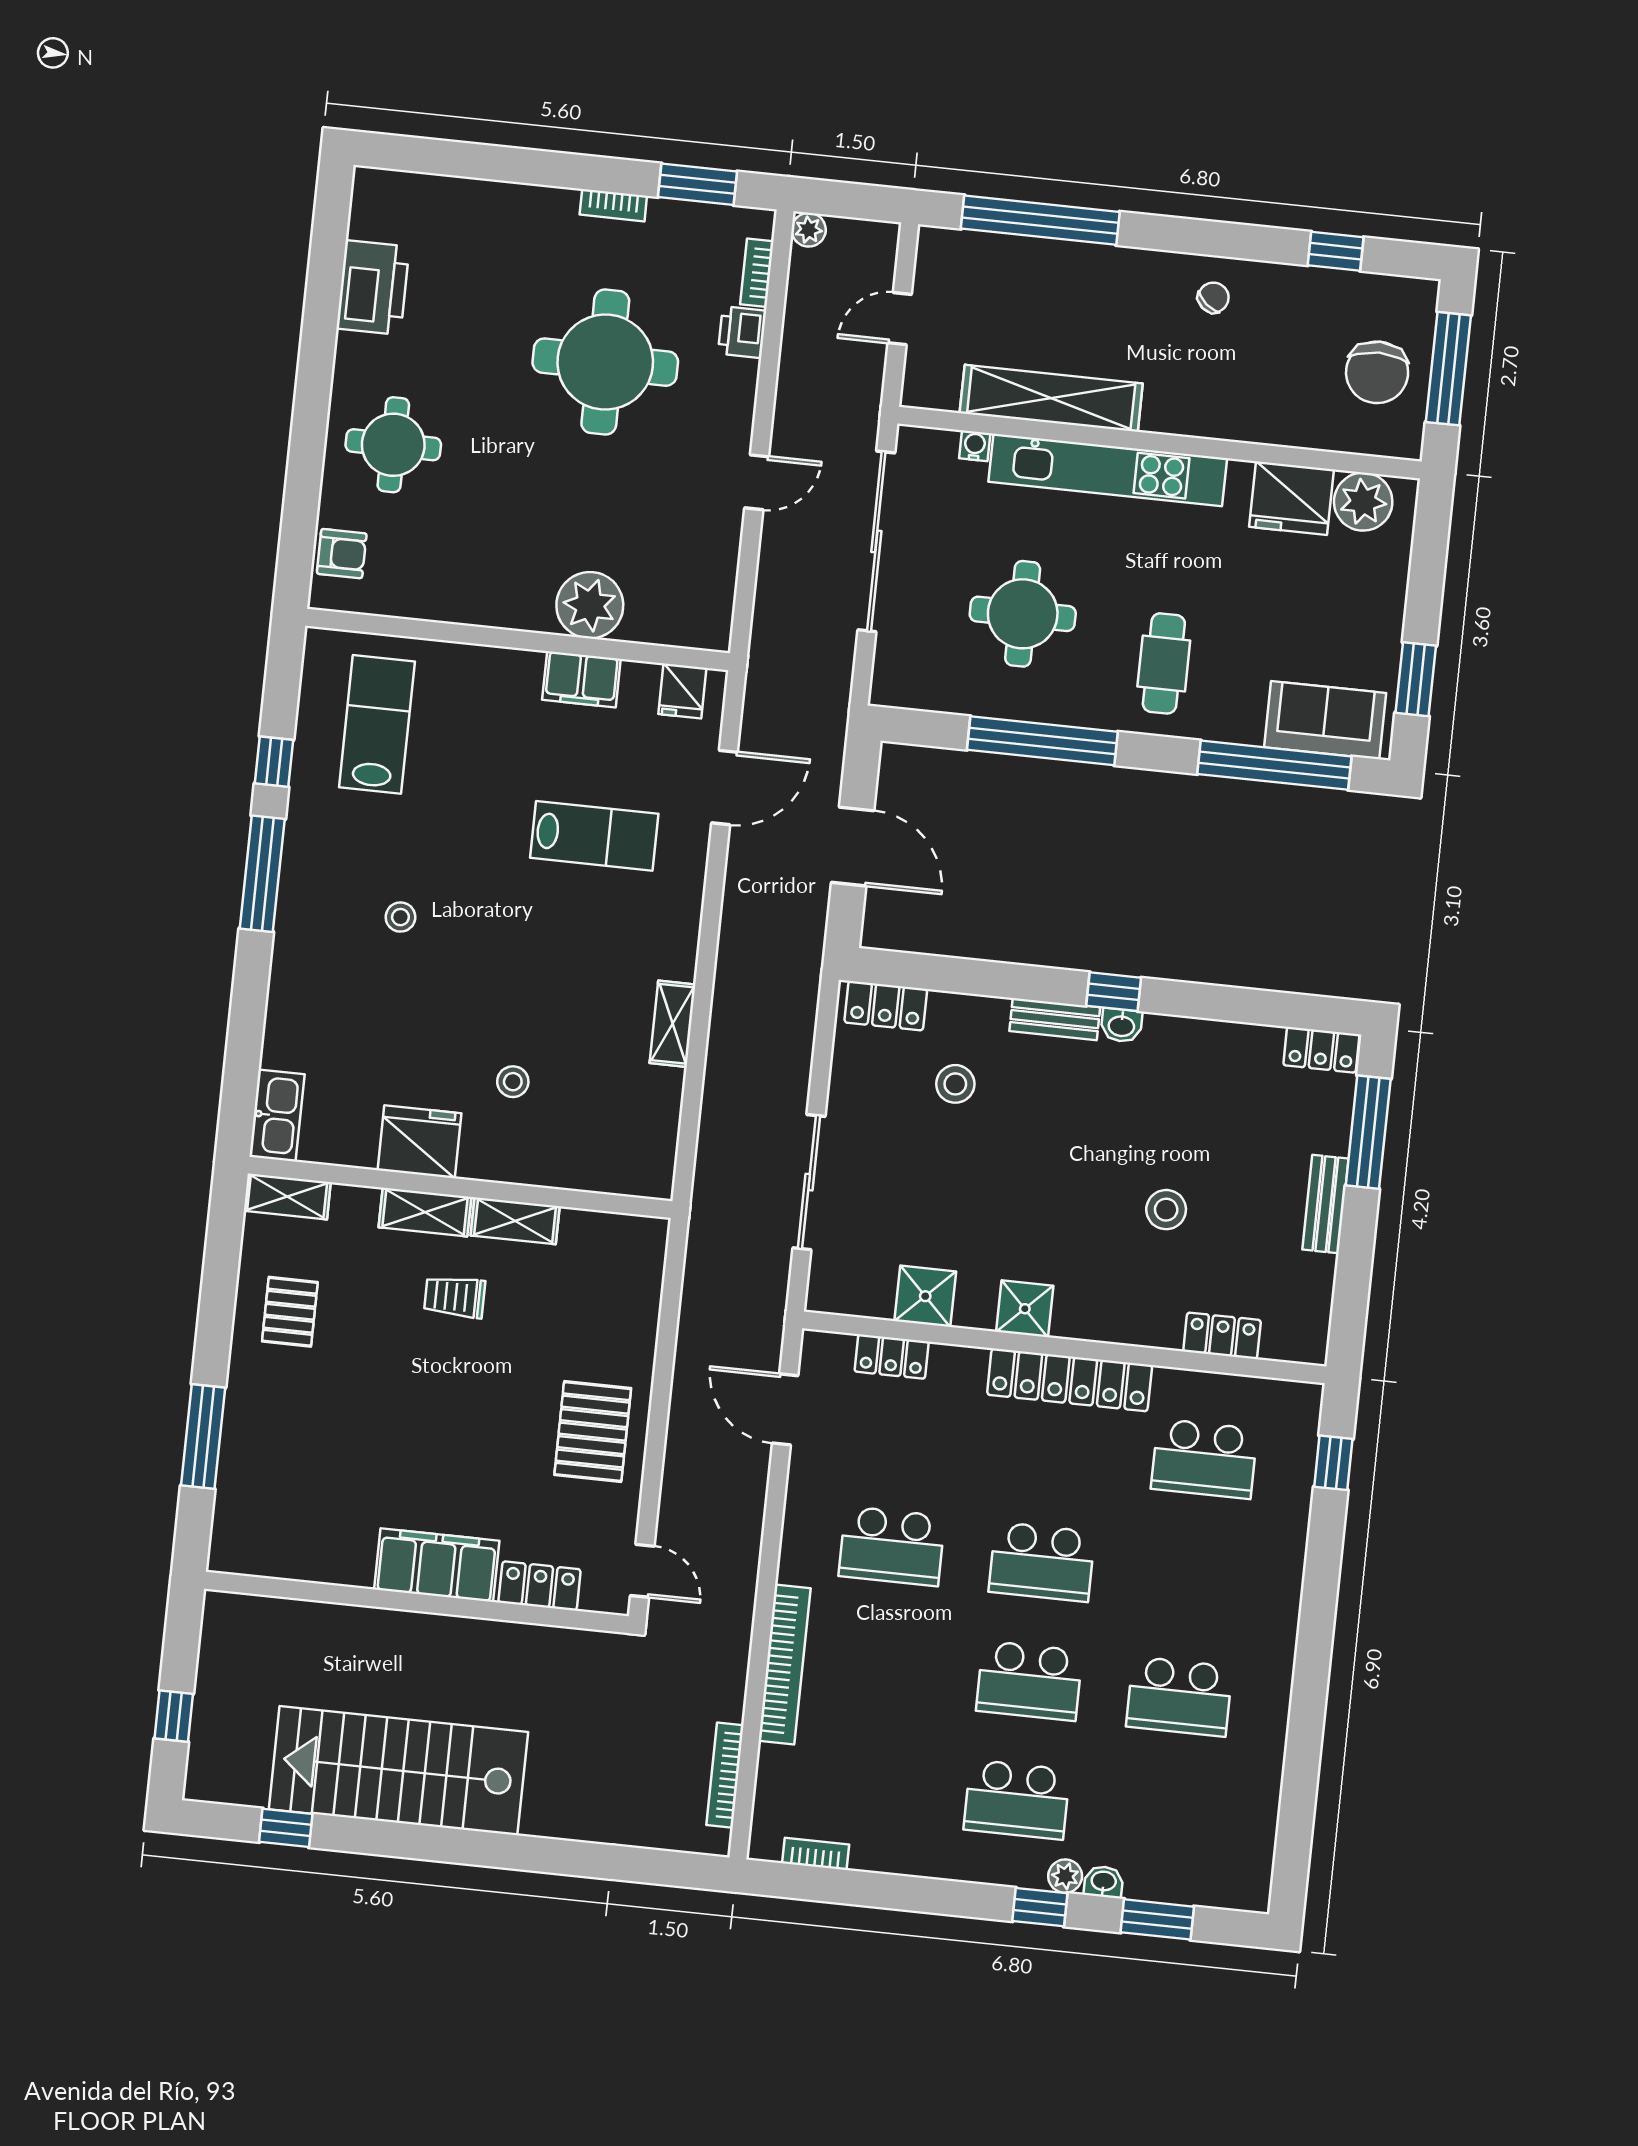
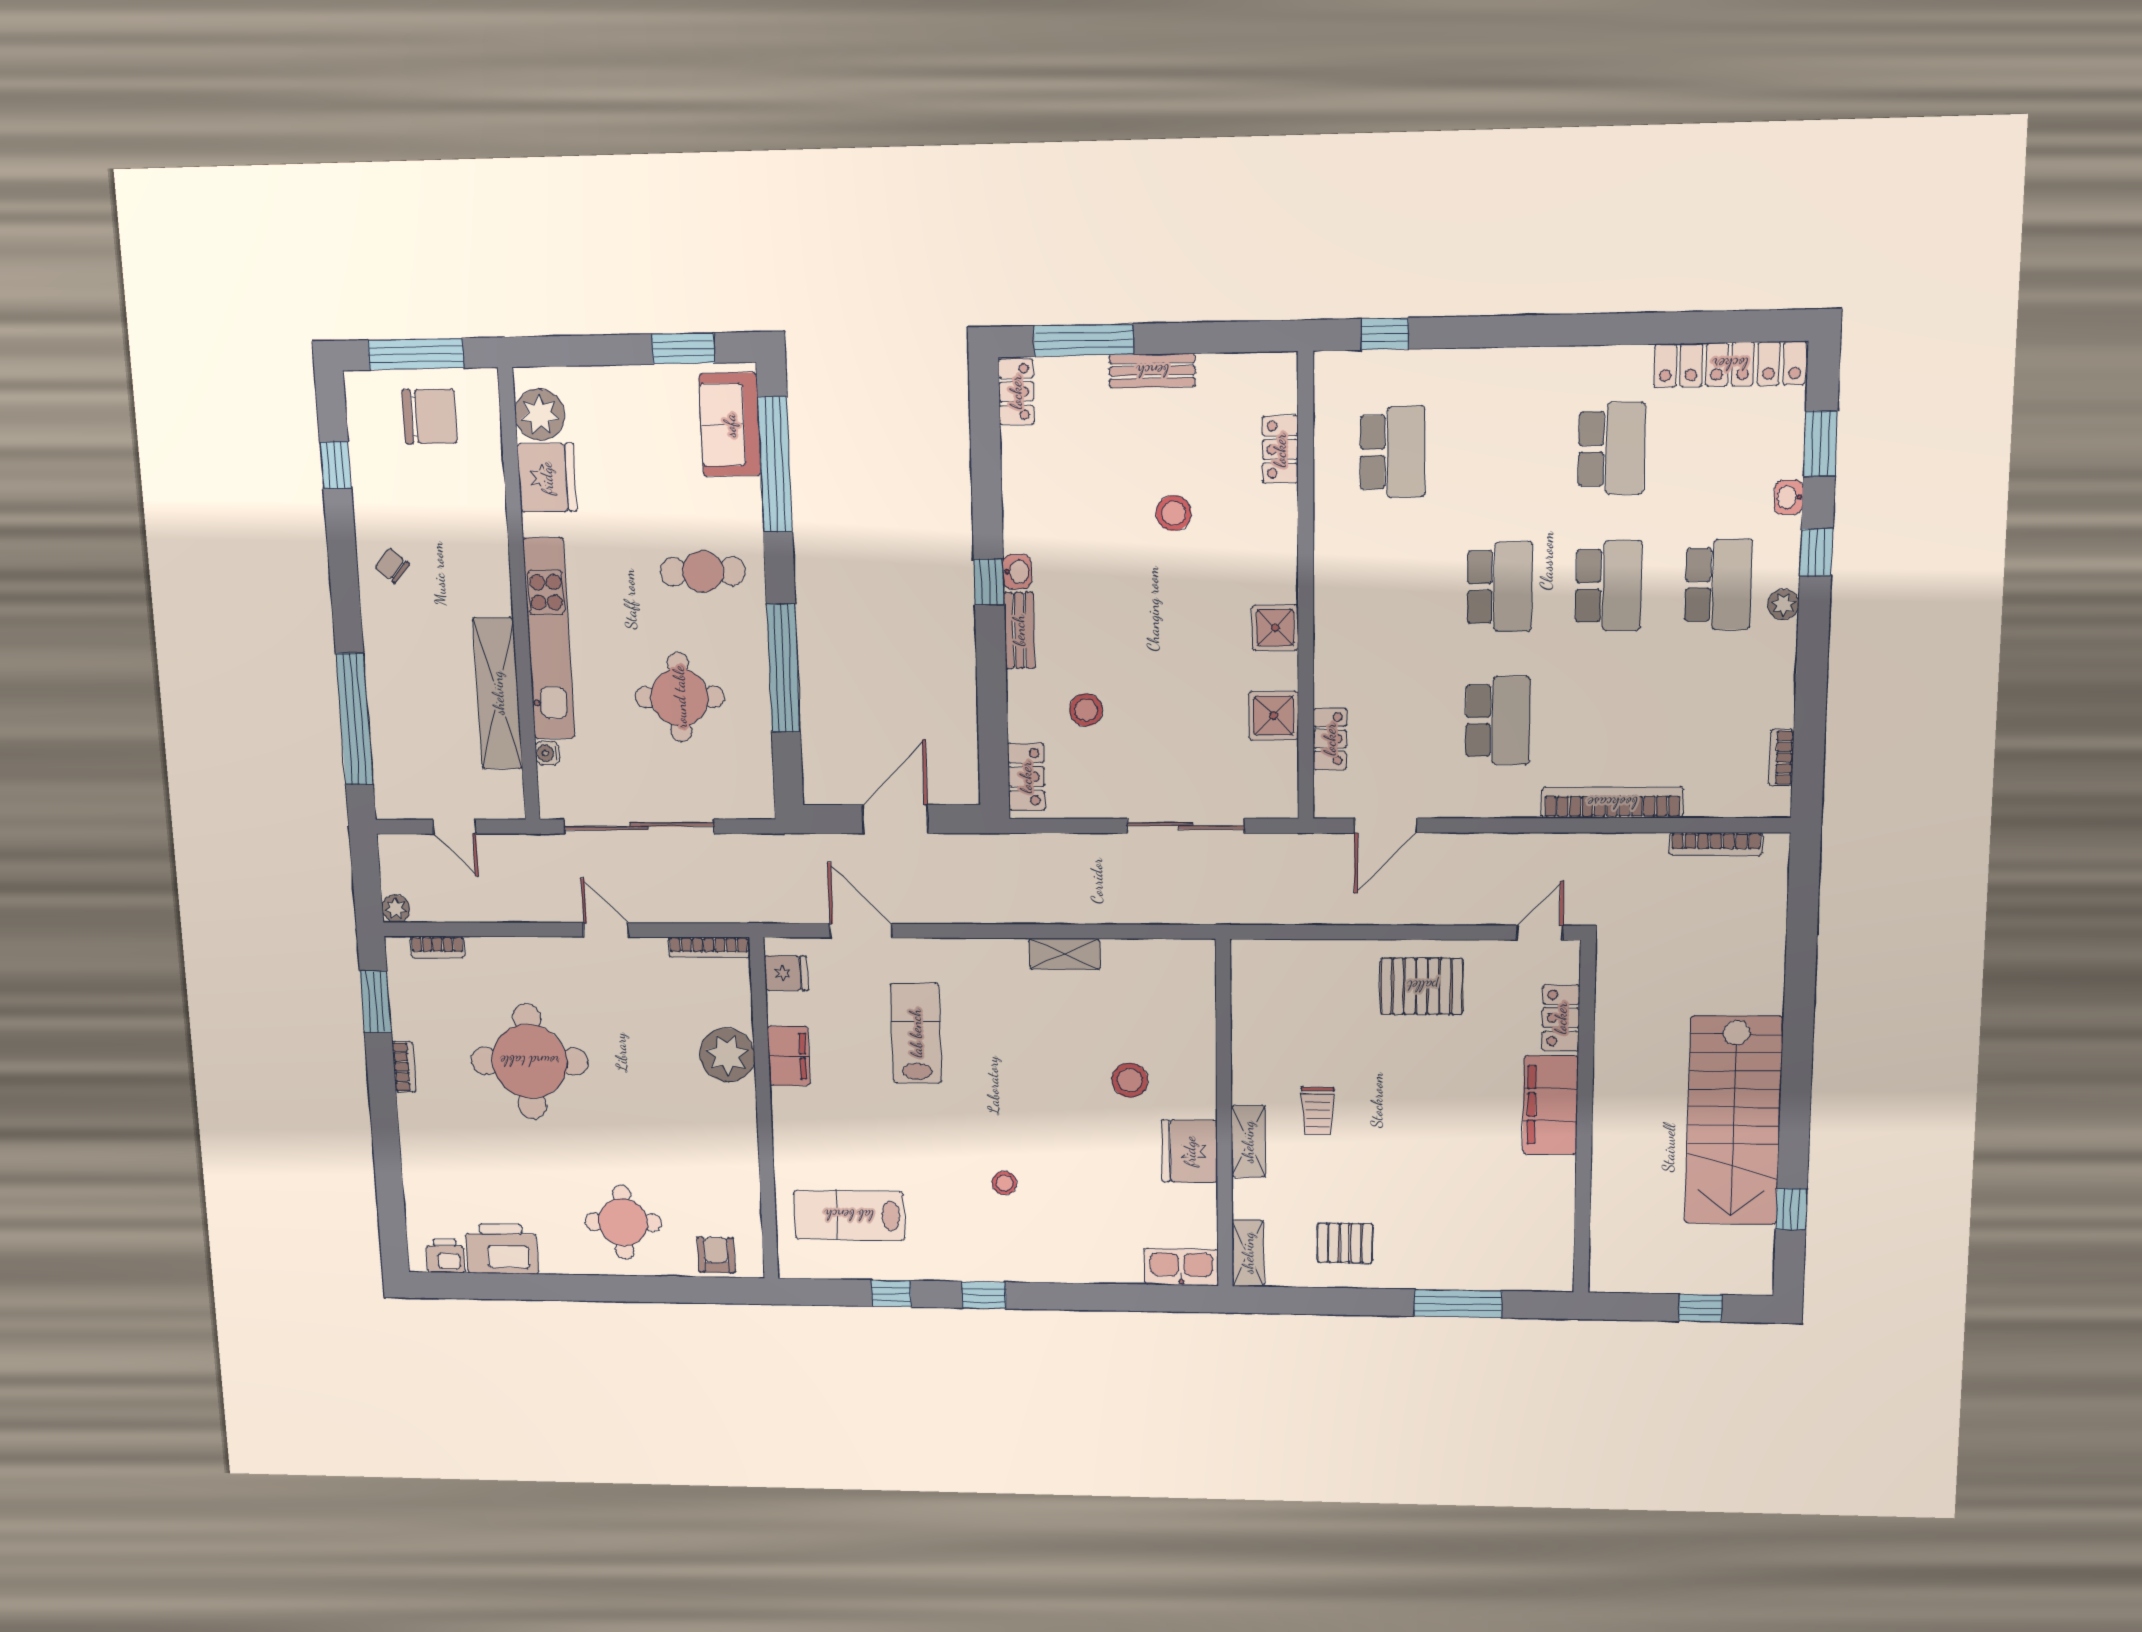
printer: (742, 332) -> (445, 1256), moved, turned 180
bookcase: (723, 603) -> (709, 947), added
window: (262, 874) -> (984, 1295), width x0.46
stool: (513, 1082) -> (1130, 1080), width x1.37, depth x1.37
shelving: (515, 1221) -> (1247, 1067), removed
locker: (1070, 1380) -> (1730, 364), moved, turned 90
plant: (1065, 1876) -> (1783, 604), moved

